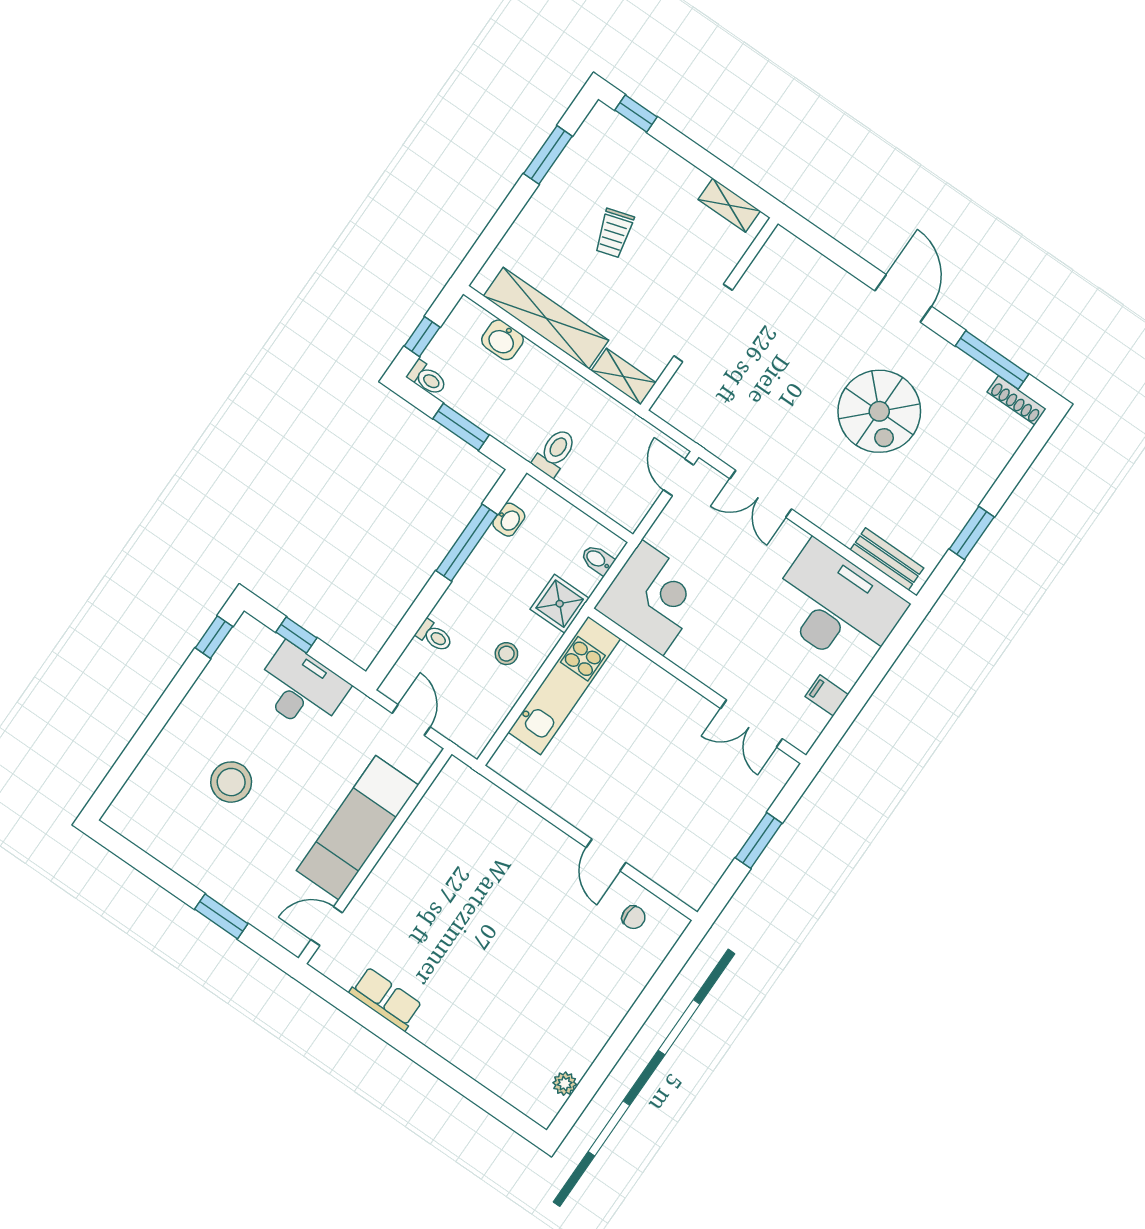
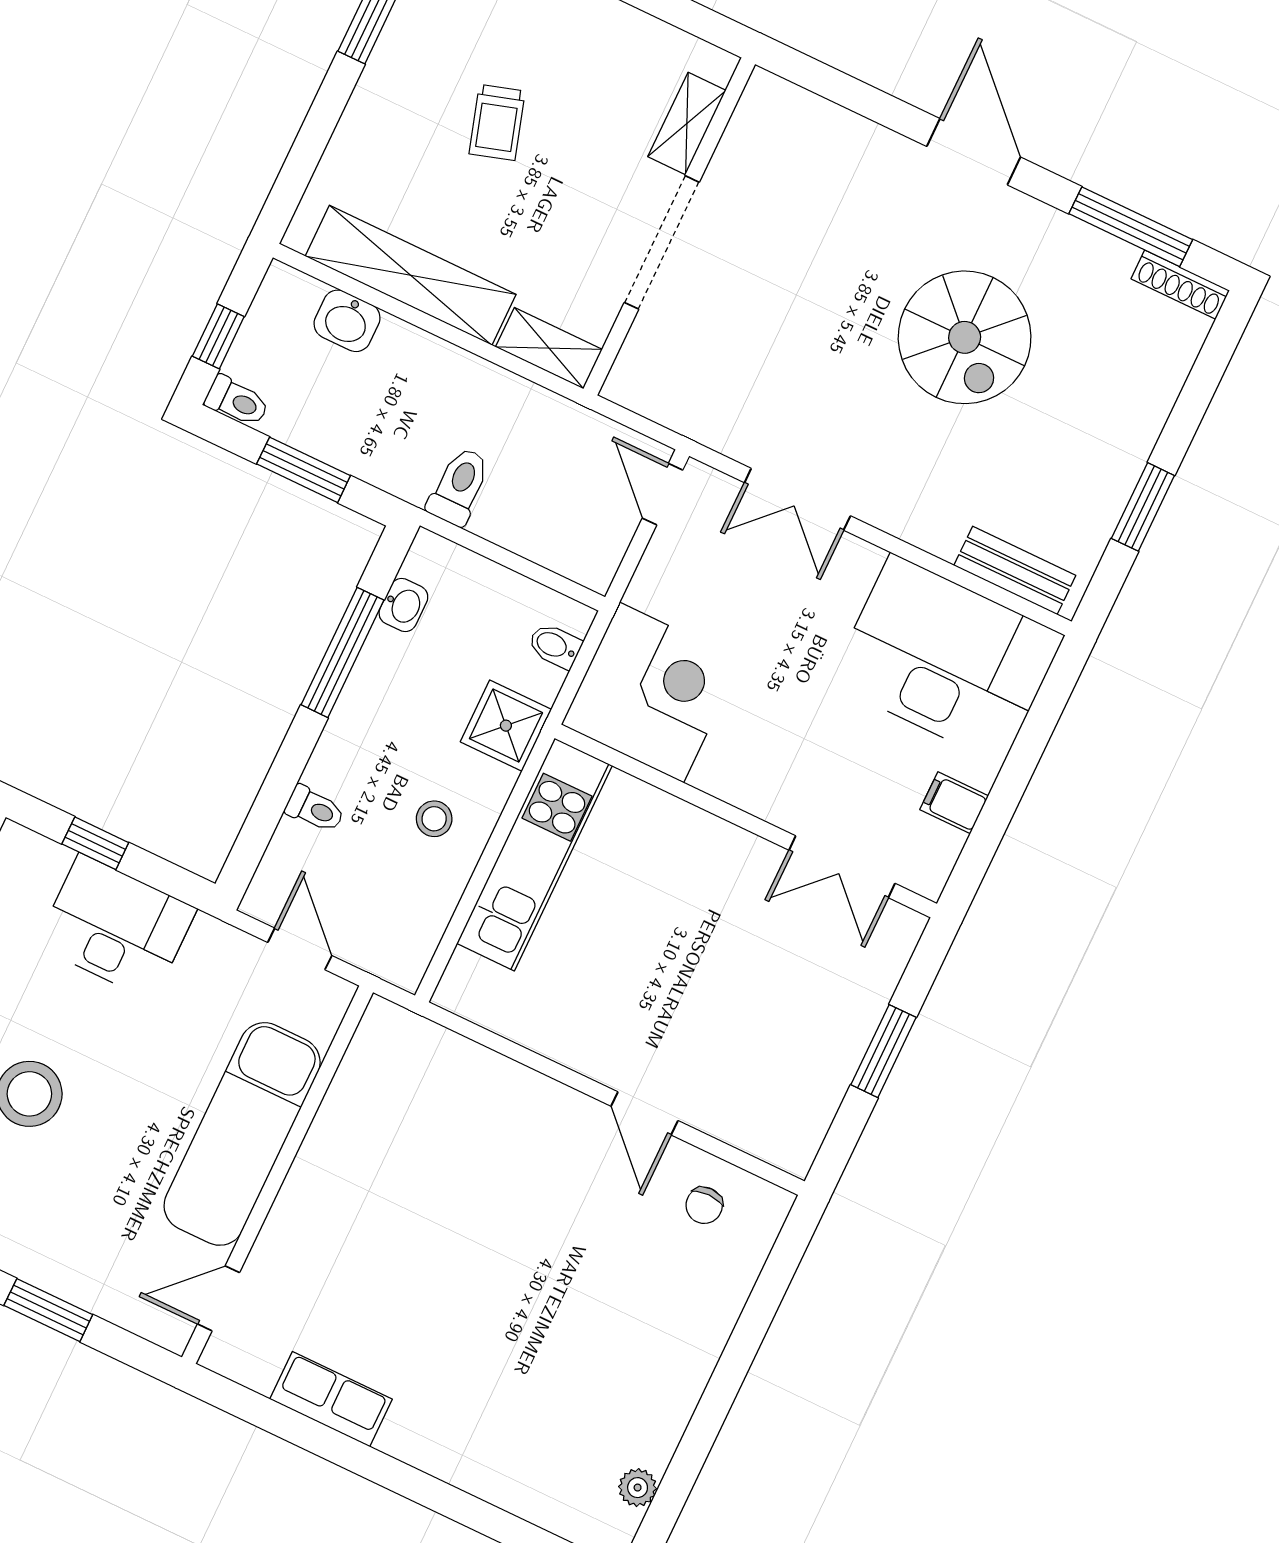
shelving: (729, 205) -> (687, 123), moved, turned 90
chair: (634, 917) -> (704, 1205), turned 90

